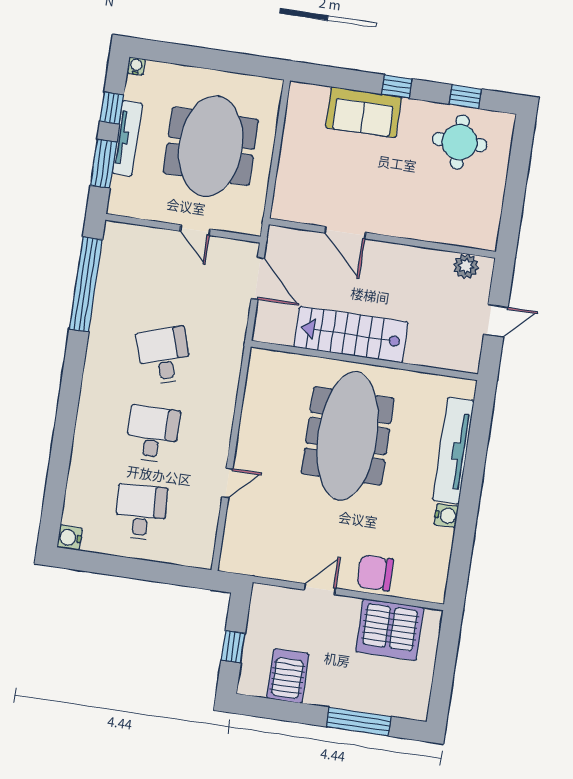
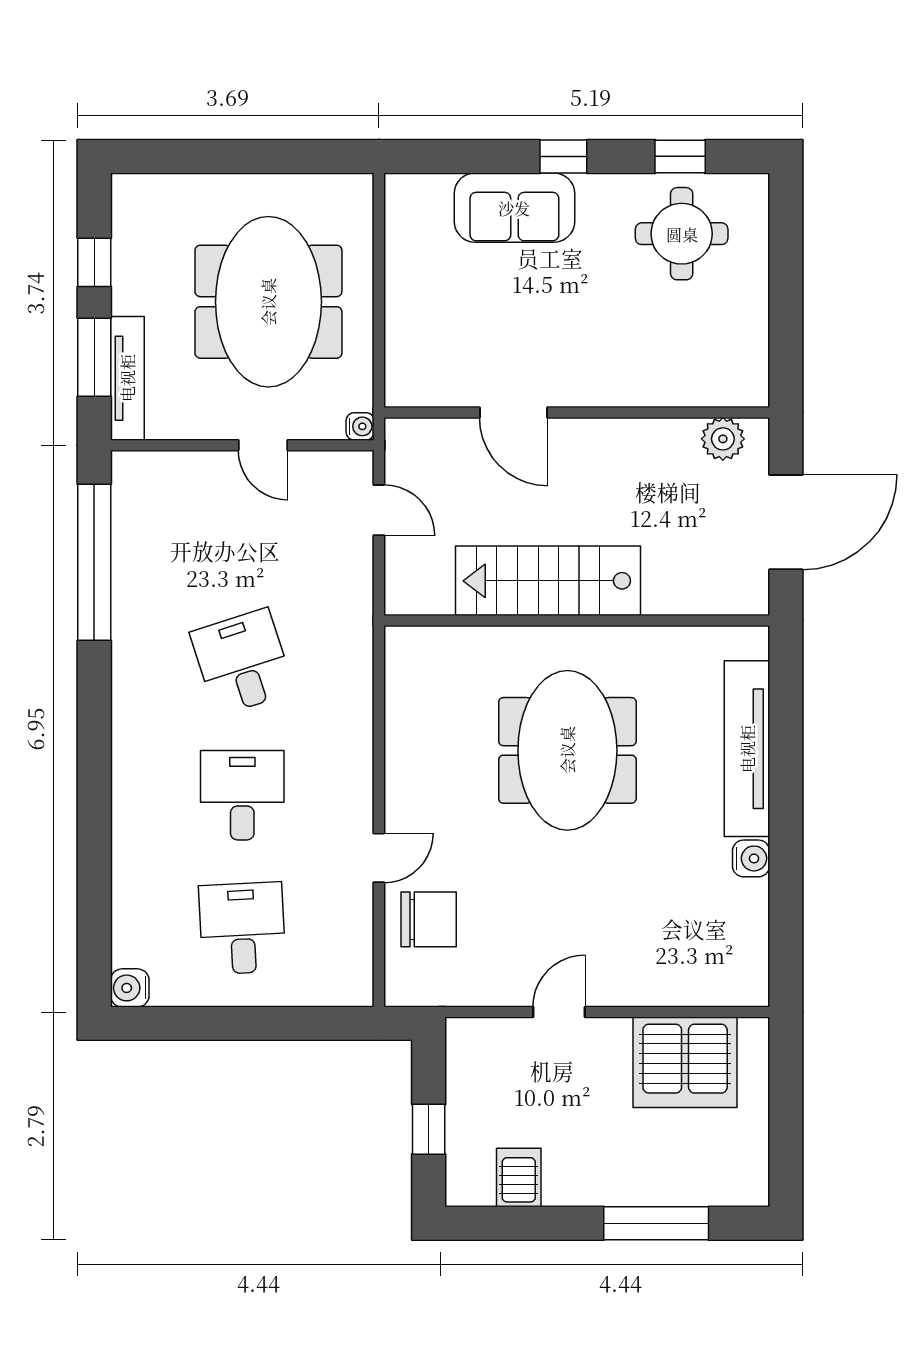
water cooler: (136, 66) -> (360, 426), moved, turned 90
tv unit: (127, 138) -> (127, 378), moved
door: (258, 278) -> (379, 510), width x0.73
door: (496, 321) -> (786, 522), width x1.87
meeting table: (348, 436) -> (567, 750), width x0.73
chair: (375, 573) -> (429, 919), moved, turned 180
server rack: (288, 676) -> (519, 1178), width x0.73, depth x0.70

